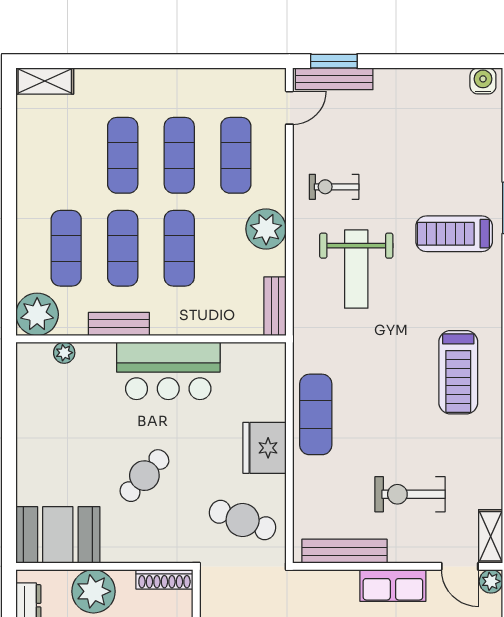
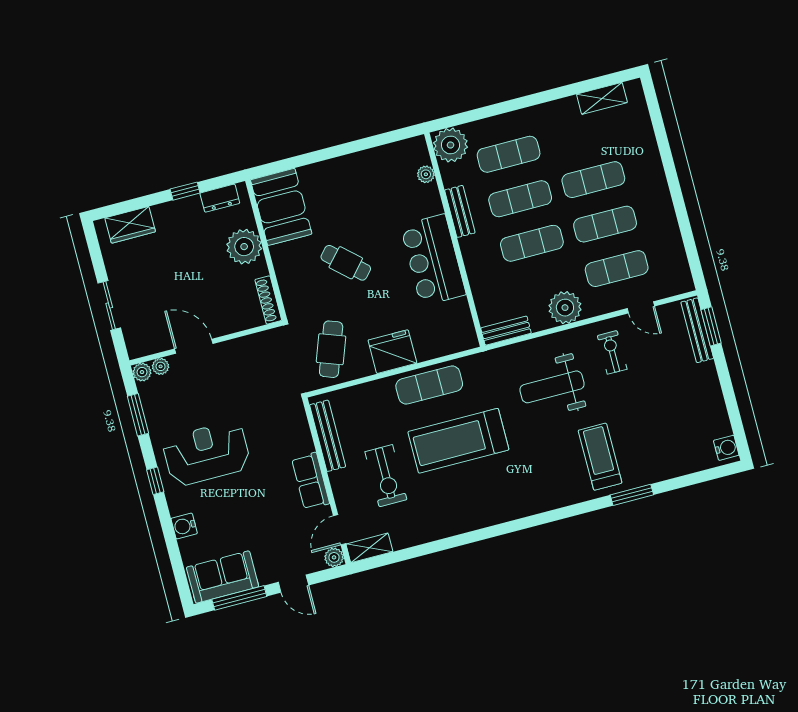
shelving: (45, 81) -> (602, 98), moved, turned 90
door: (289, 108) -> (641, 307), moved
treadmill: (458, 372) -> (458, 441), moved, width x1.37, depth x1.38
exercise bike: (410, 494) -> (386, 476), turned 180

